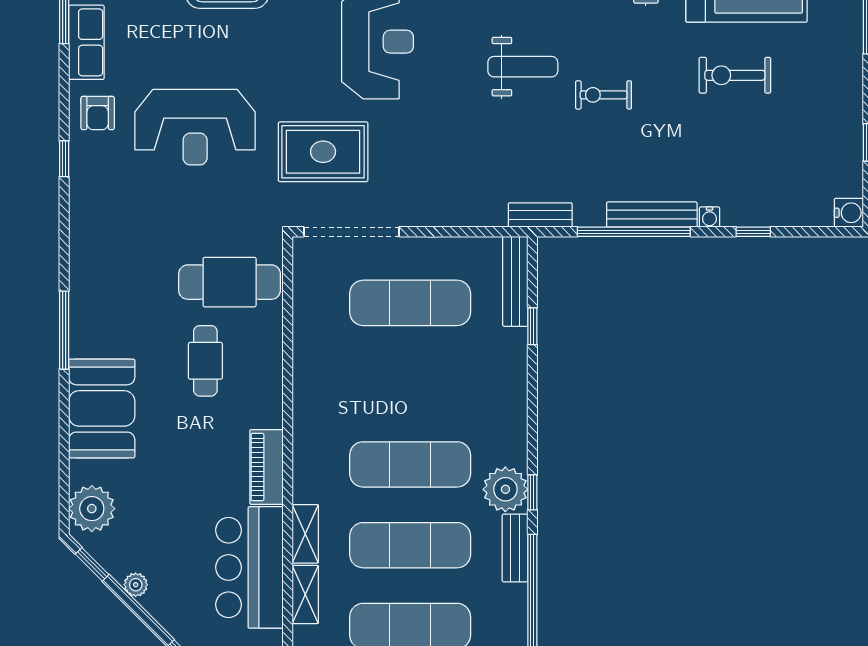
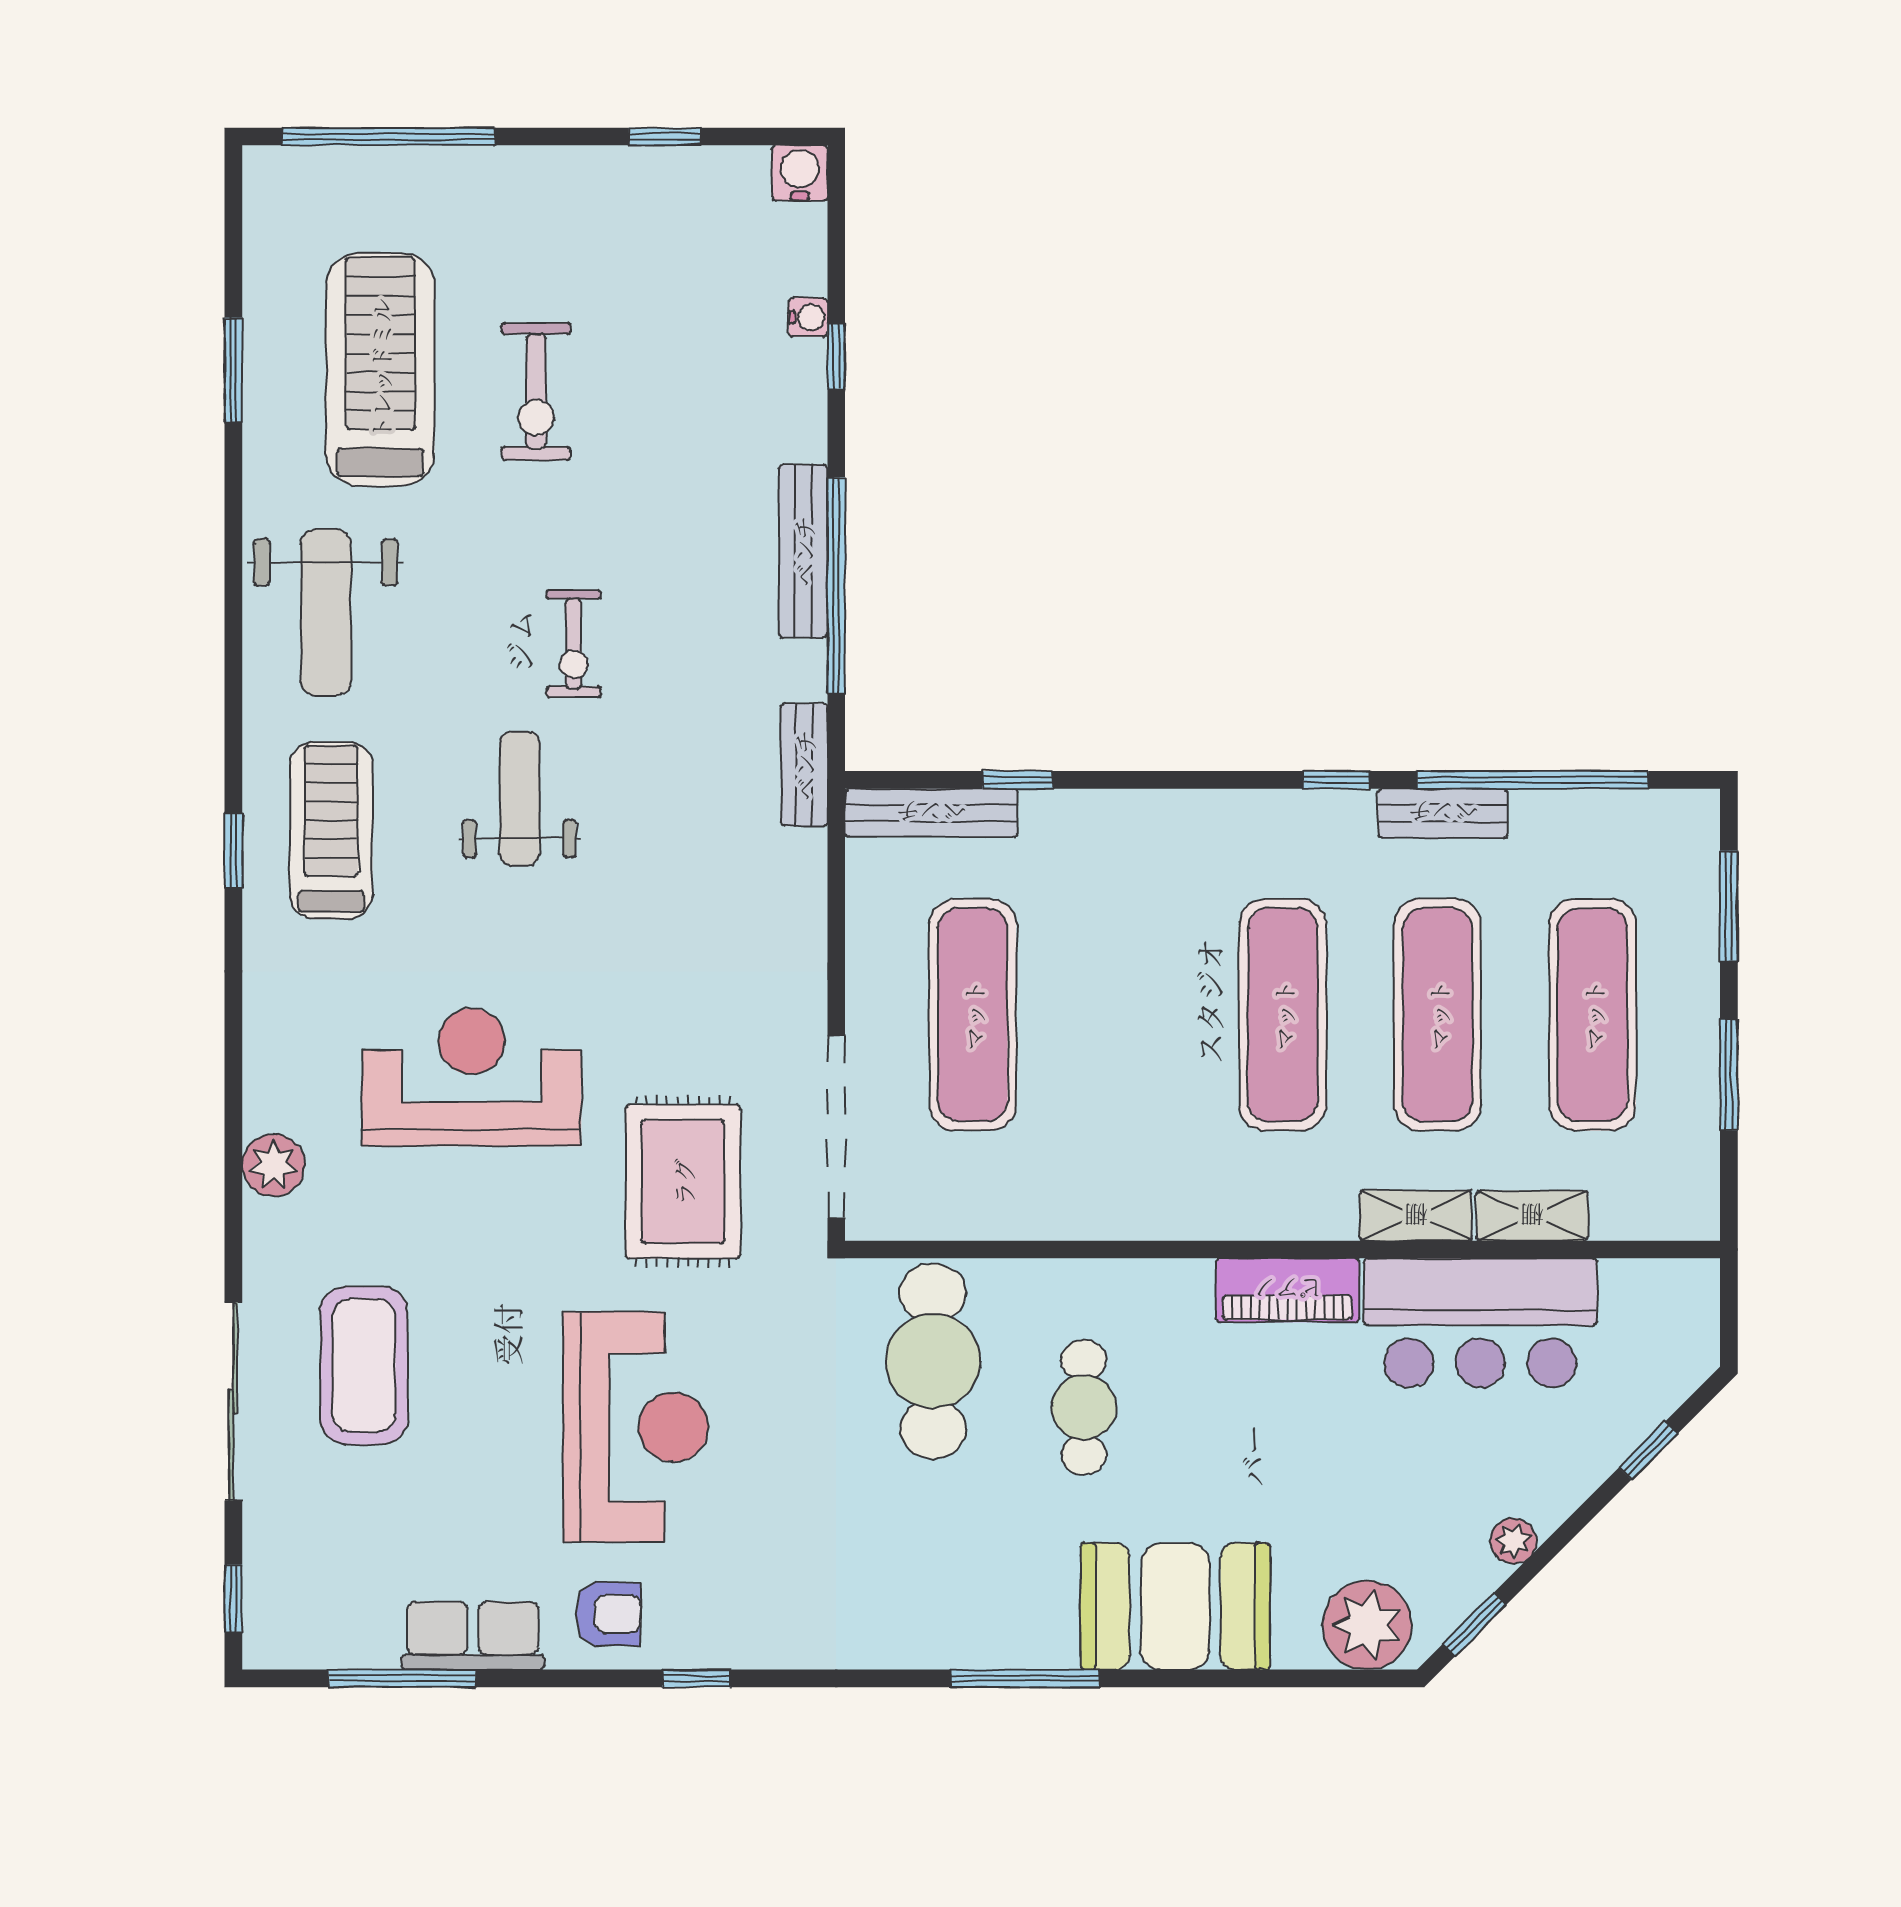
water cooler: (710, 217) -> (808, 317), moved
cafe table: (205, 361) -> (1084, 1407), turned 90
plant: (505, 489) -> (1330, 832), removed

